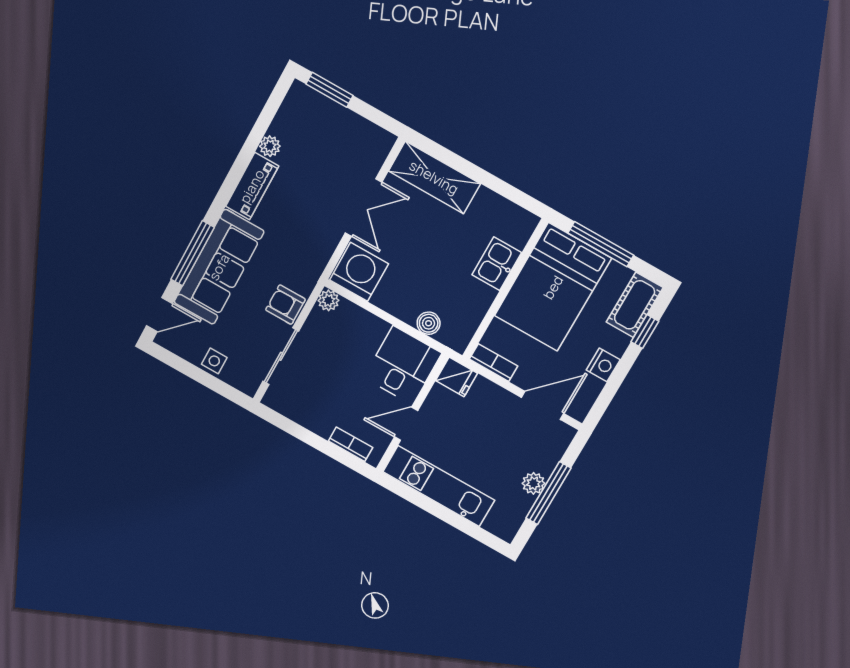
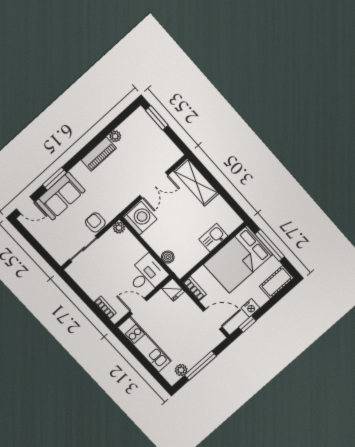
window: (193, 253) -> (54, 179), width x0.69
sofa: (219, 267) -> (60, 196), width x0.73
window: (645, 332) -> (247, 324), moved
side table: (214, 361) -> (47, 240), removed
plant: (533, 483) -> (181, 370), moved

